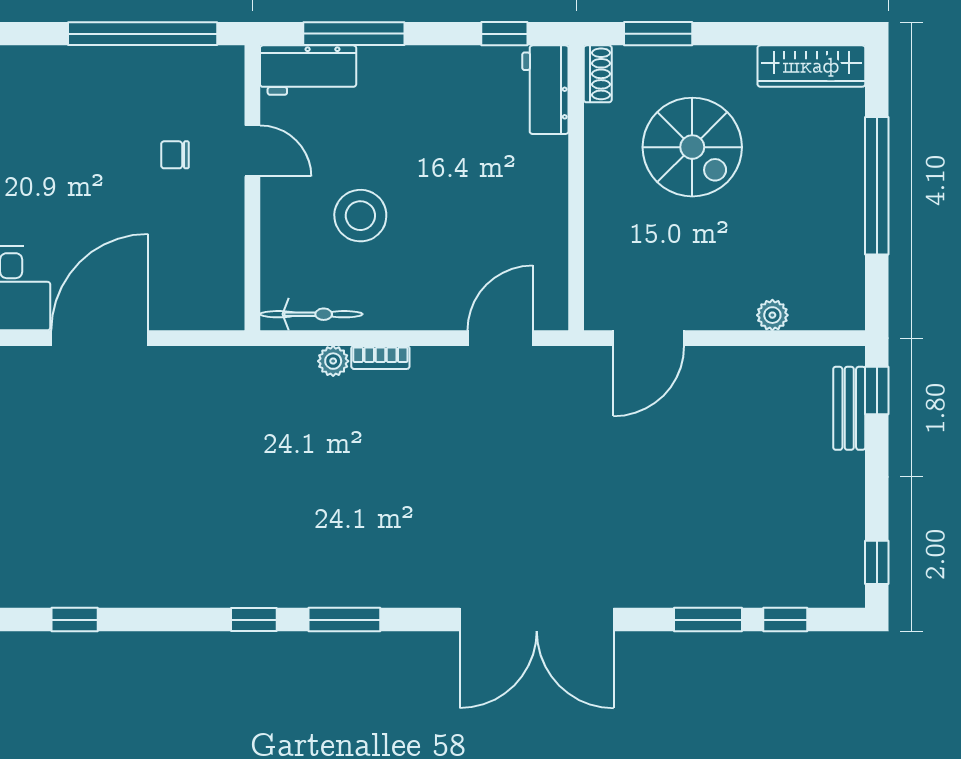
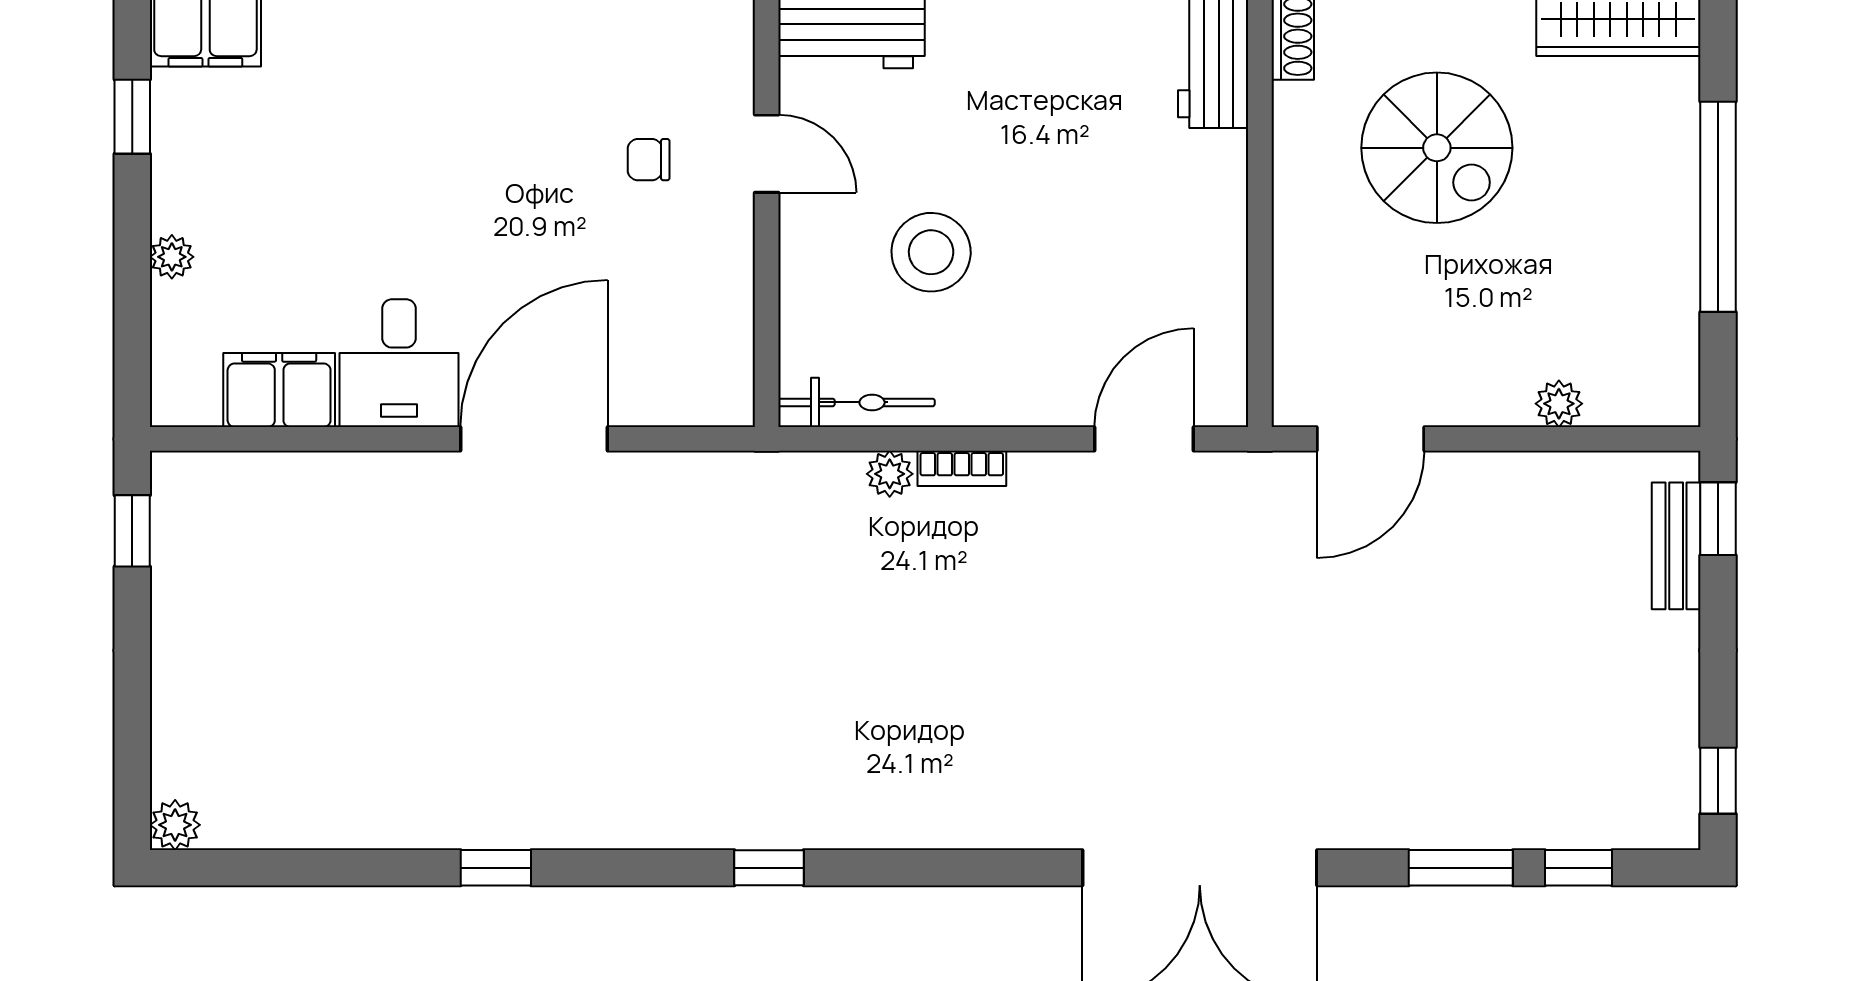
window: (344, 620) -> (907, 868), removed

